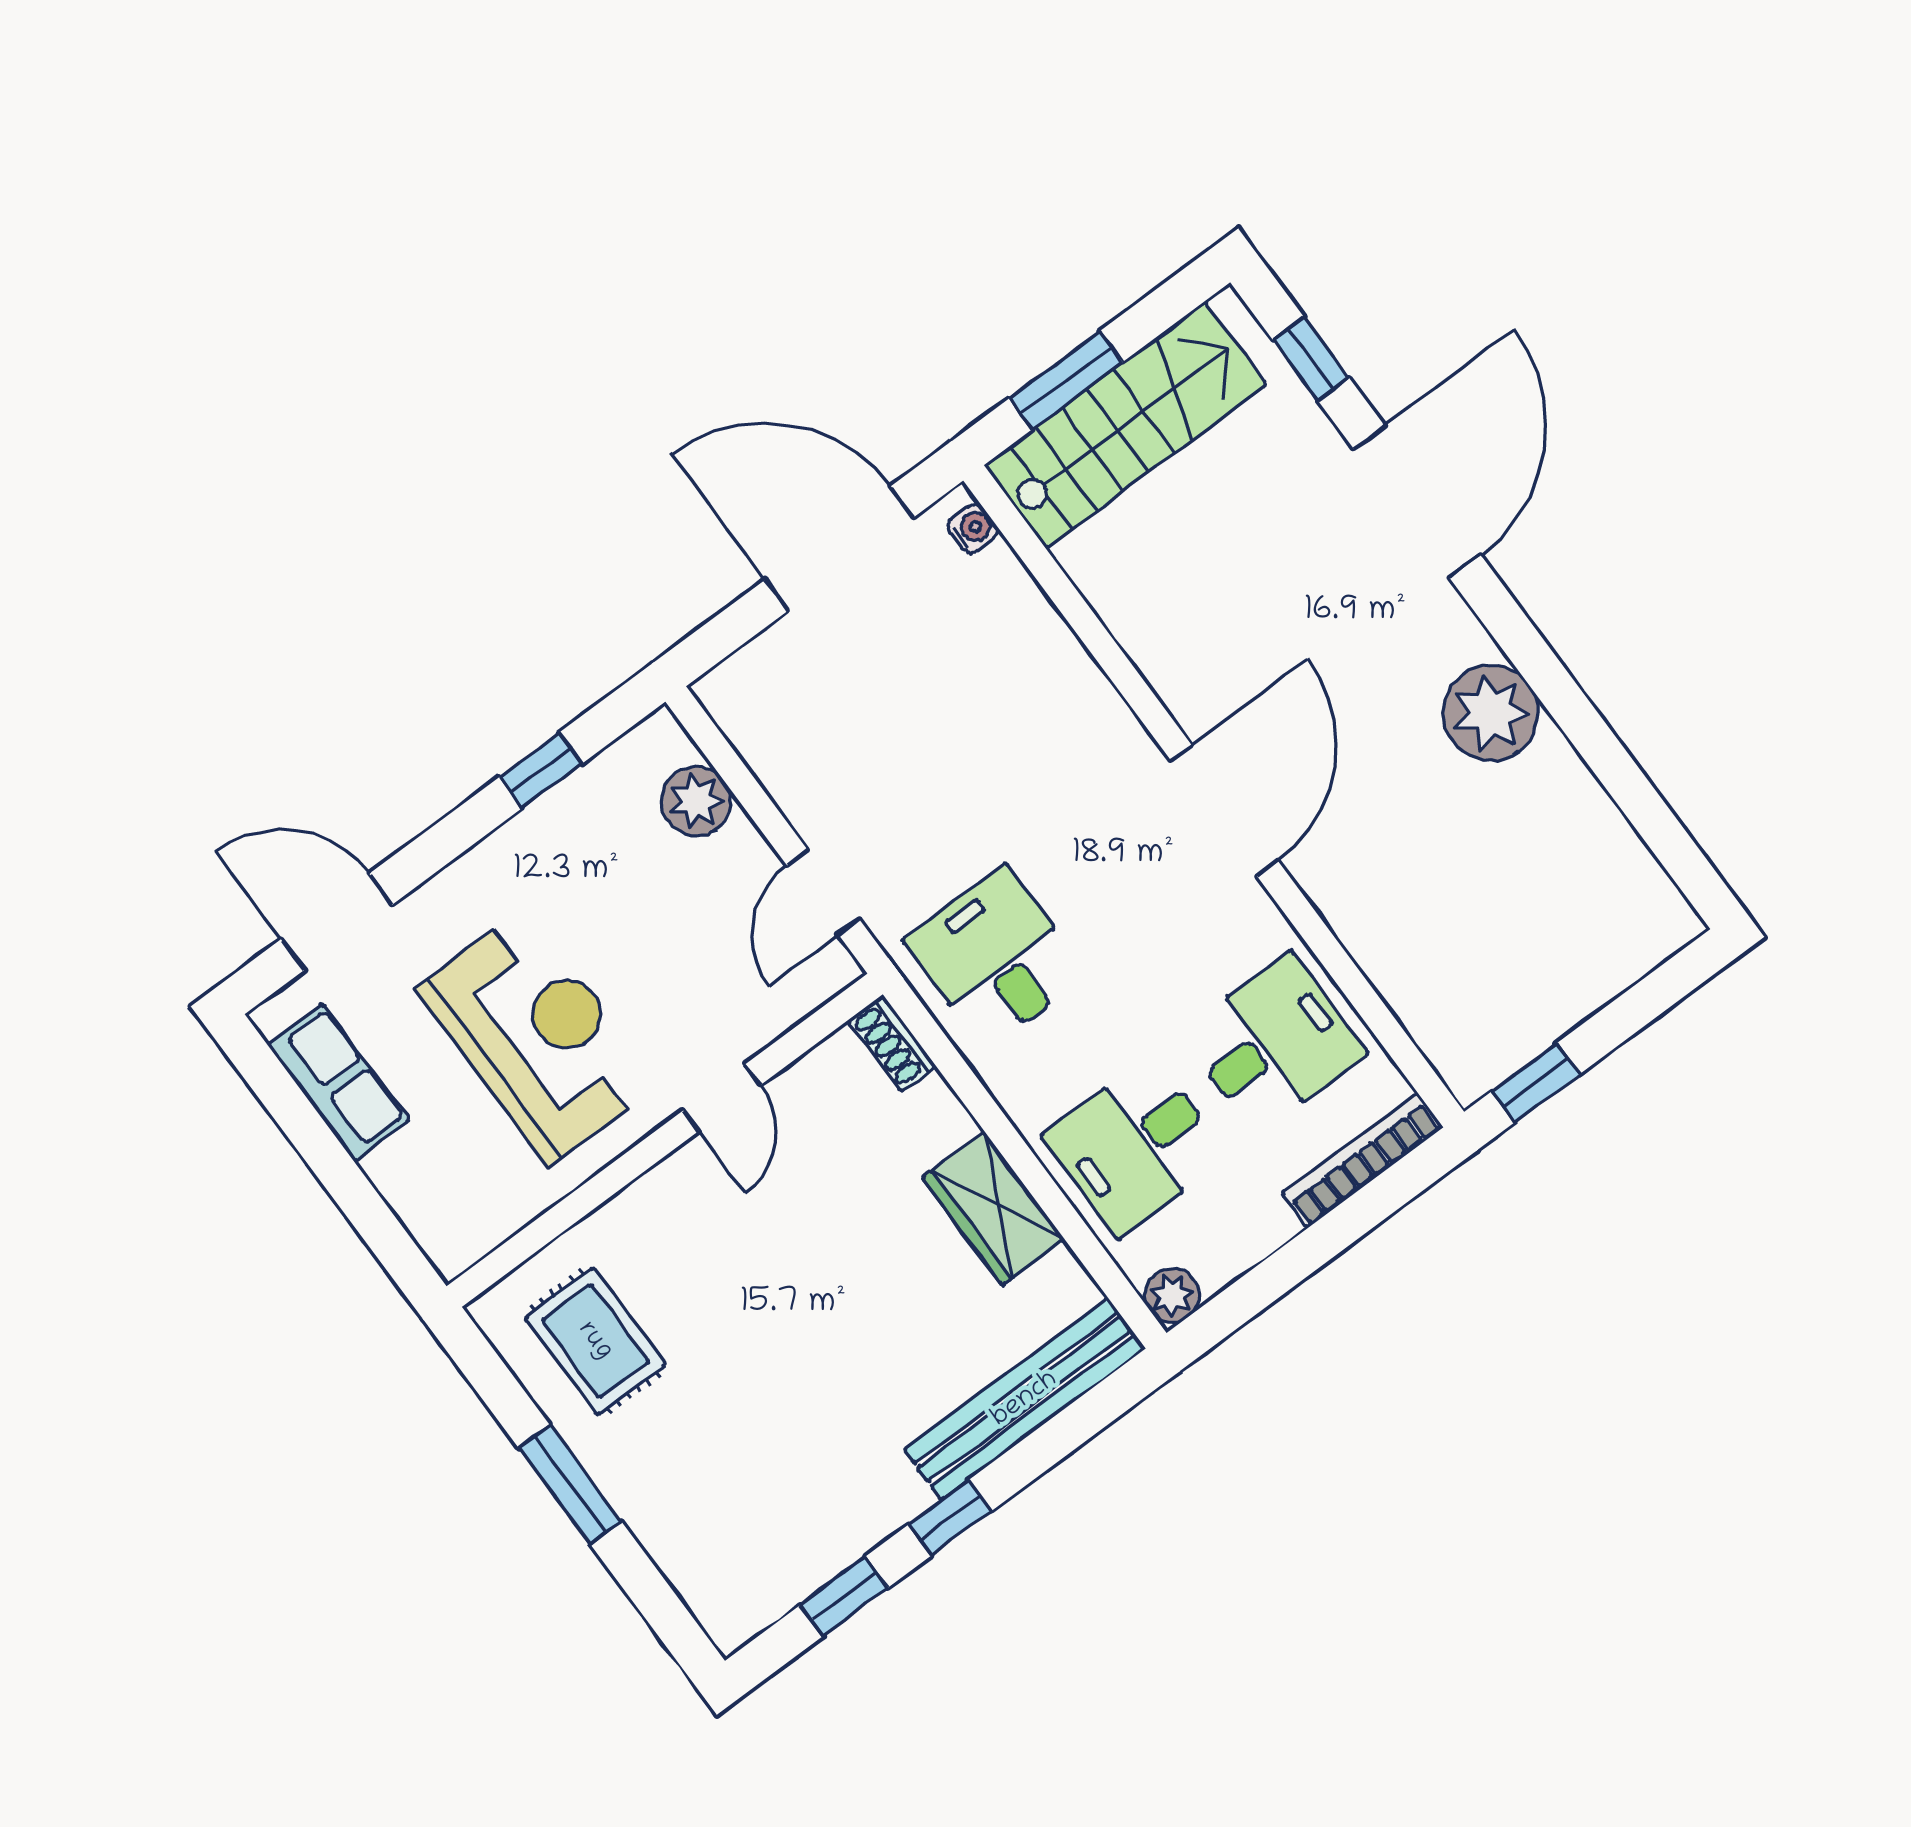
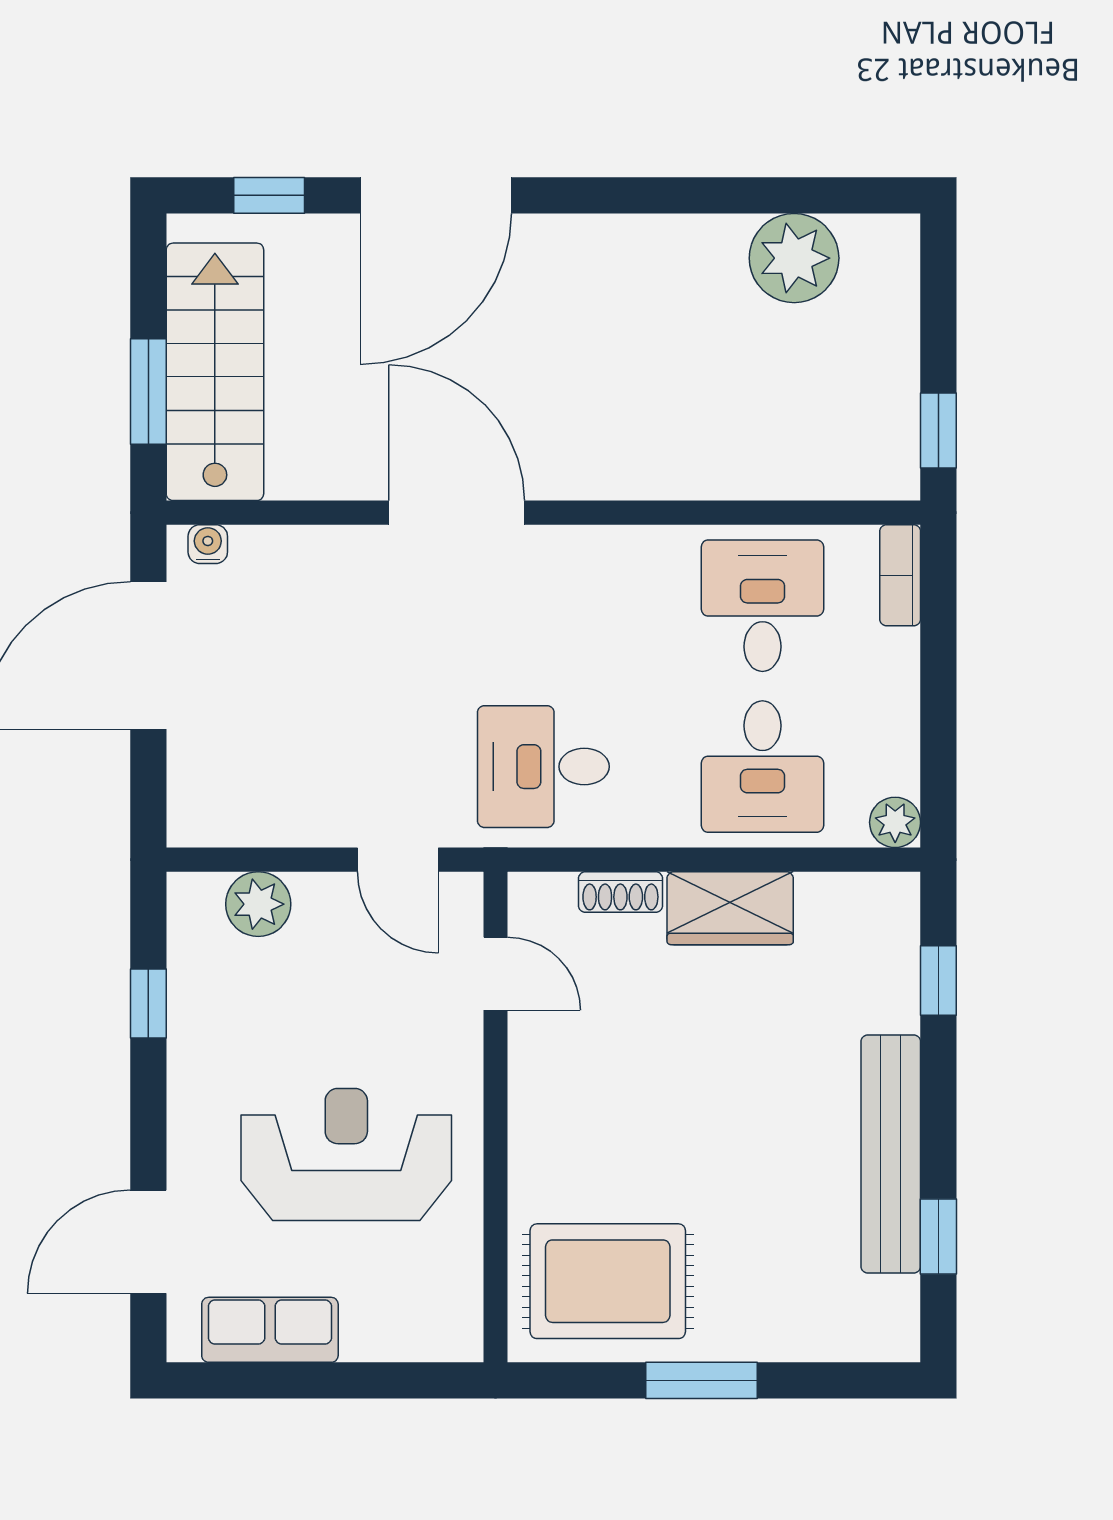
door: (1417, 502) -> (436, 195), swing flipped
plant: (1491, 713) -> (794, 258), moved
door: (1224, 811) -> (457, 513), moved
shoe rack: (892, 1043) -> (620, 892), moved
door: (722, 1098) -> (495, 974), moved
bookcase: (1363, 1160) -> (900, 575), width x0.64
rug: (595, 1341) -> (608, 1281), width x1.36, depth x1.43
bench: (1025, 1399) -> (891, 1154), moved
window: (950, 1518) -> (938, 980), moved

